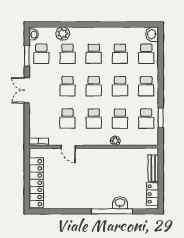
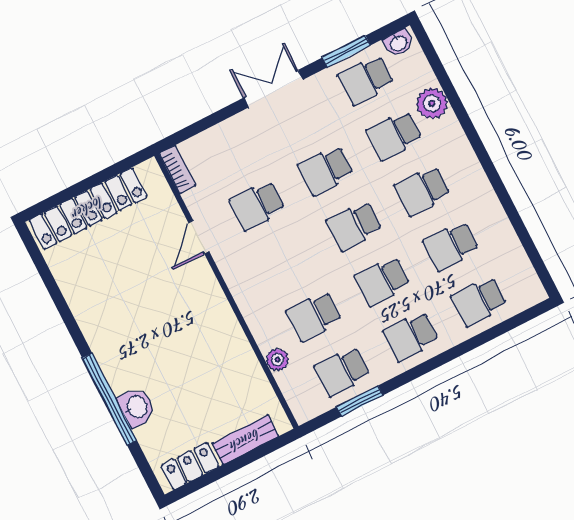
washbasin: (152, 34) -> (527, 293), removed
school desk: (94, 119) -> (286, 261), removed
plant: (115, 141) -> (277, 360), moved

